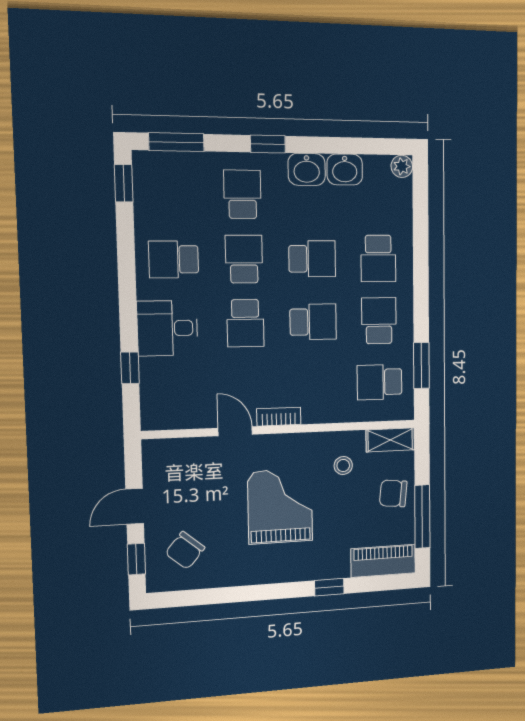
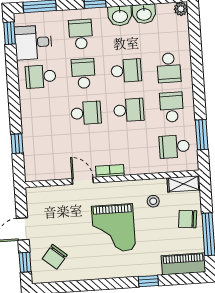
school desk: (245, 323) -> (86, 113), turned -90
desk: (167, 328) -> (33, 42), moved
grand piano: (280, 506) -> (113, 228), turned 180

